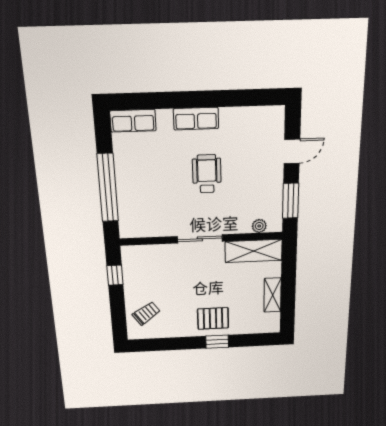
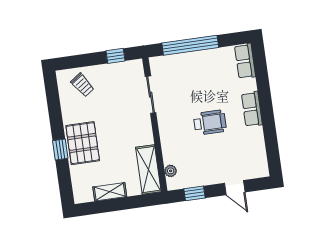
window: (291, 201) -> (195, 193), width x0.67
sliding door: (200, 239) -> (151, 95), moved
pallet: (213, 318) -> (83, 143), width x1.50, depth x1.42

